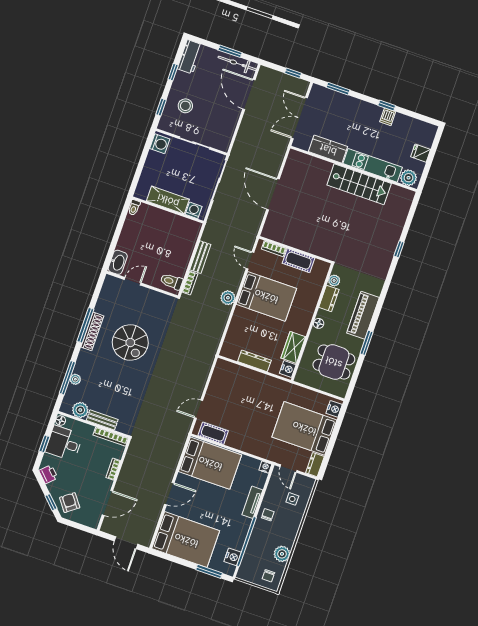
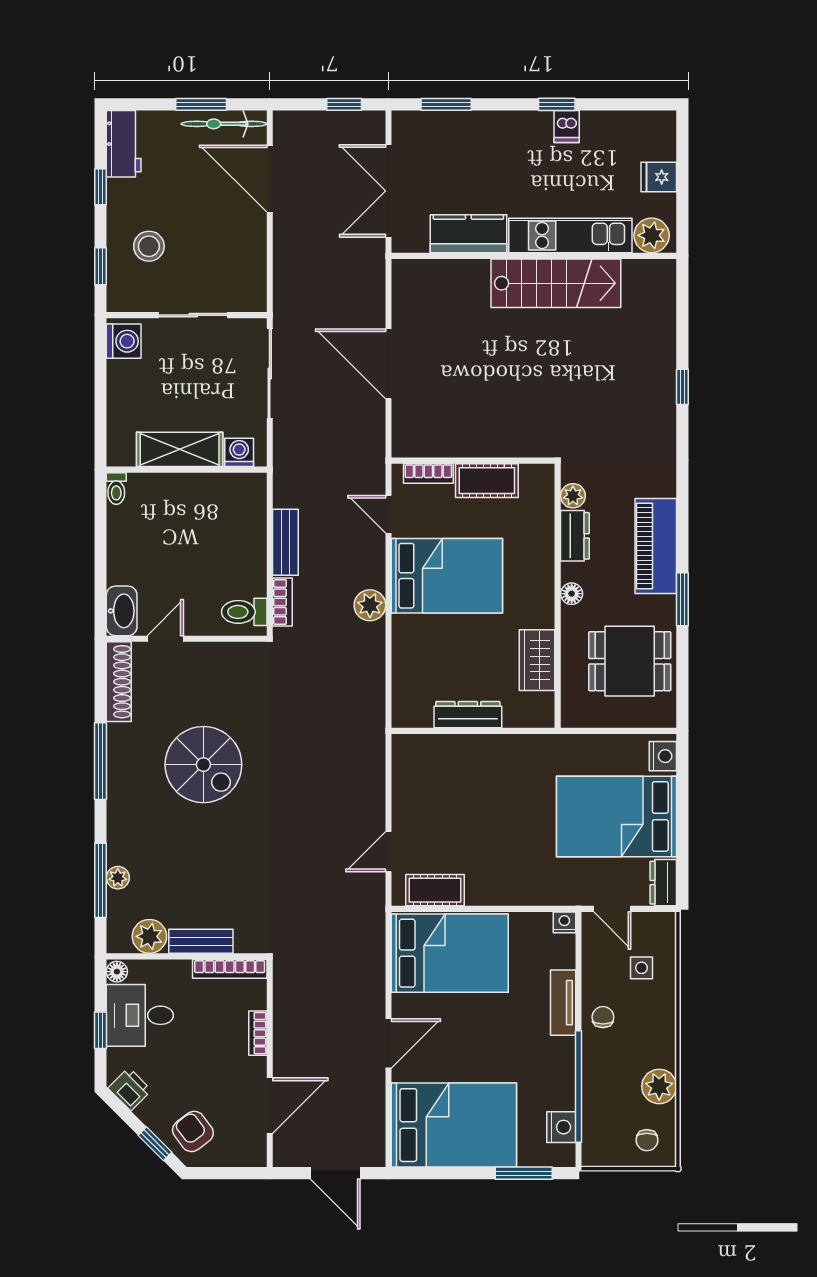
shoe rack: (92, 331) -> (119, 682), moved
nightstand: (288, 369) -> (541, 708), removed

